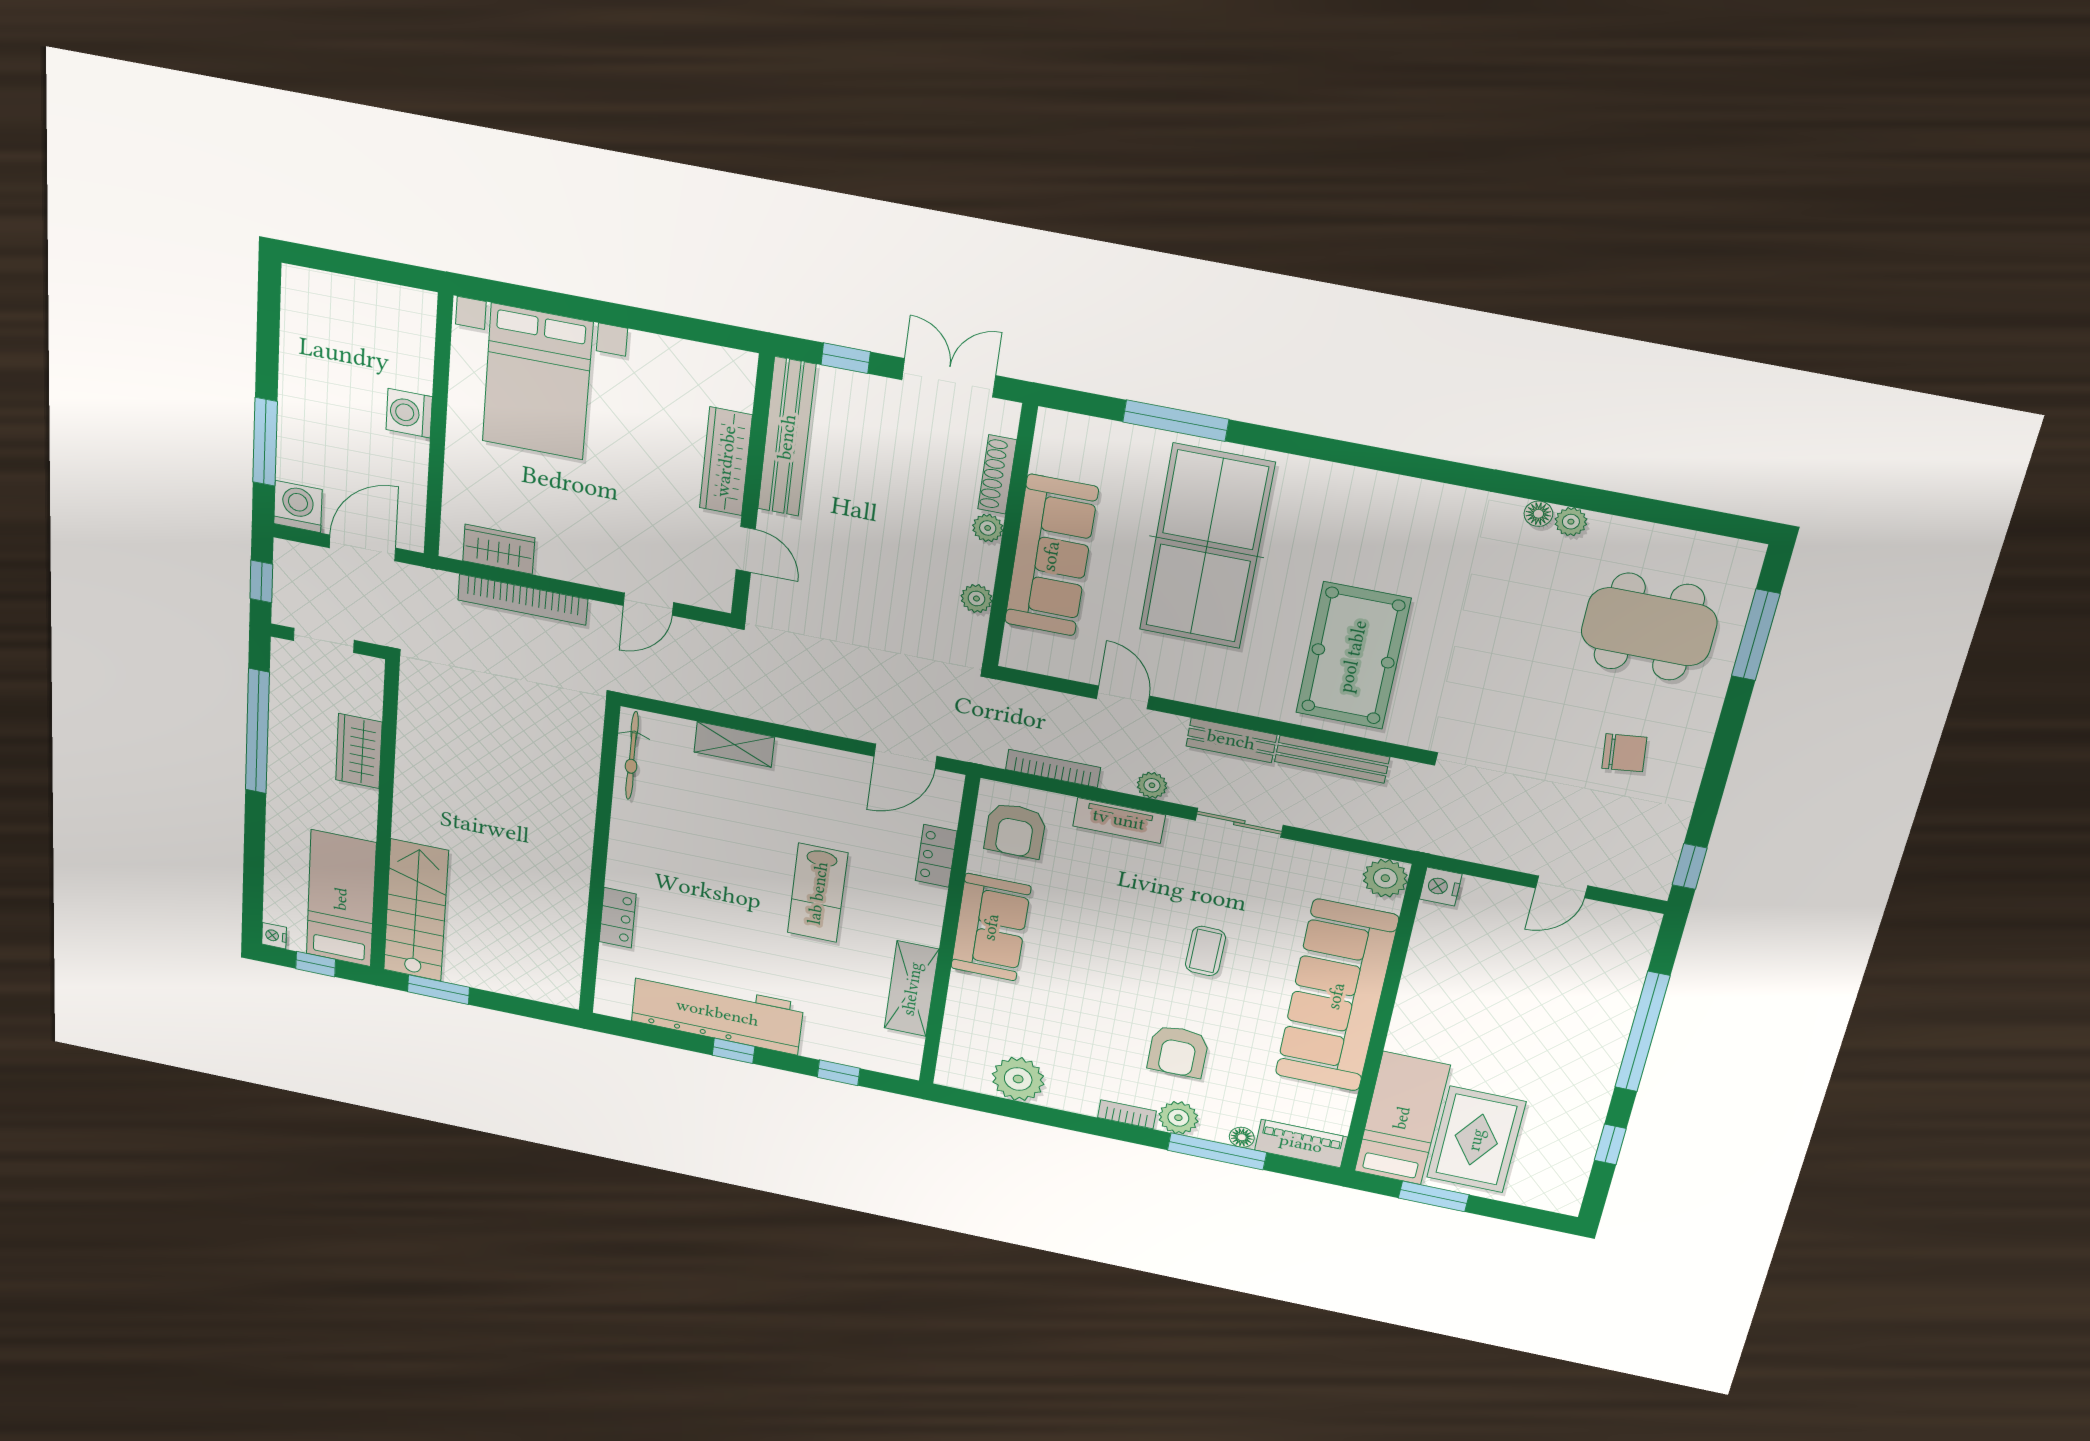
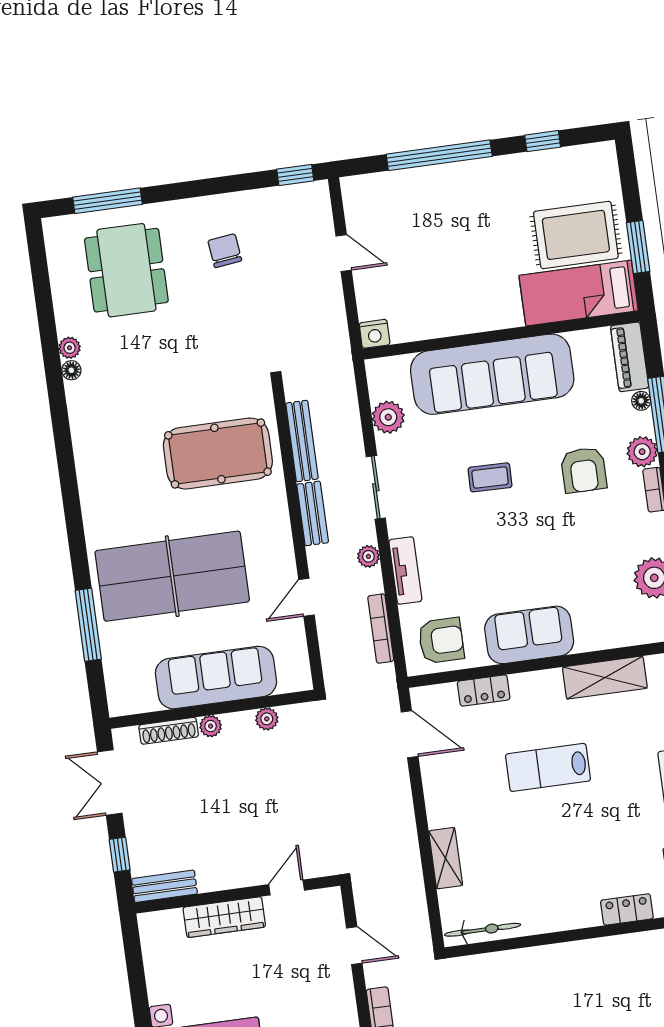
bench: (787, 437) -> (164, 886), width x0.54, depth x0.82
plant: (1385, 878) -> (388, 417), moved
lab bench: (818, 893) -> (548, 767), turned 180
armchair: (1178, 1051) -> (584, 470), turned 90

